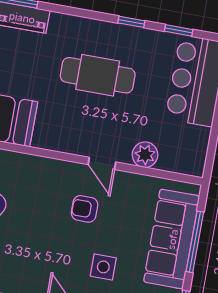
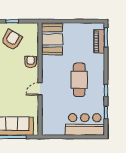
plant: (145, 155) -> (47, 107), removed
armchair: (85, 209) -> (31, 62), moved

